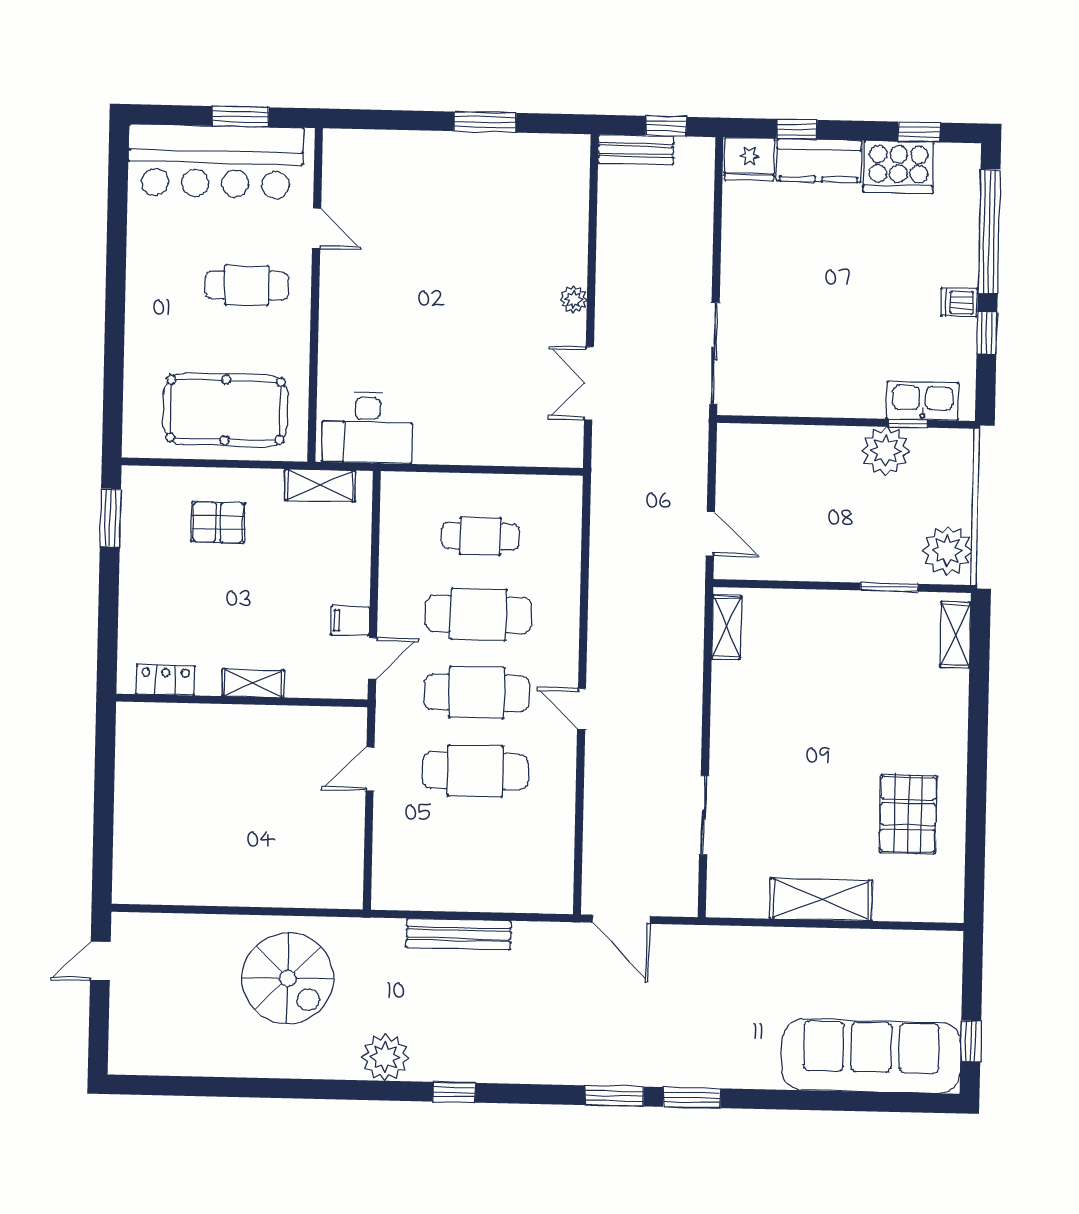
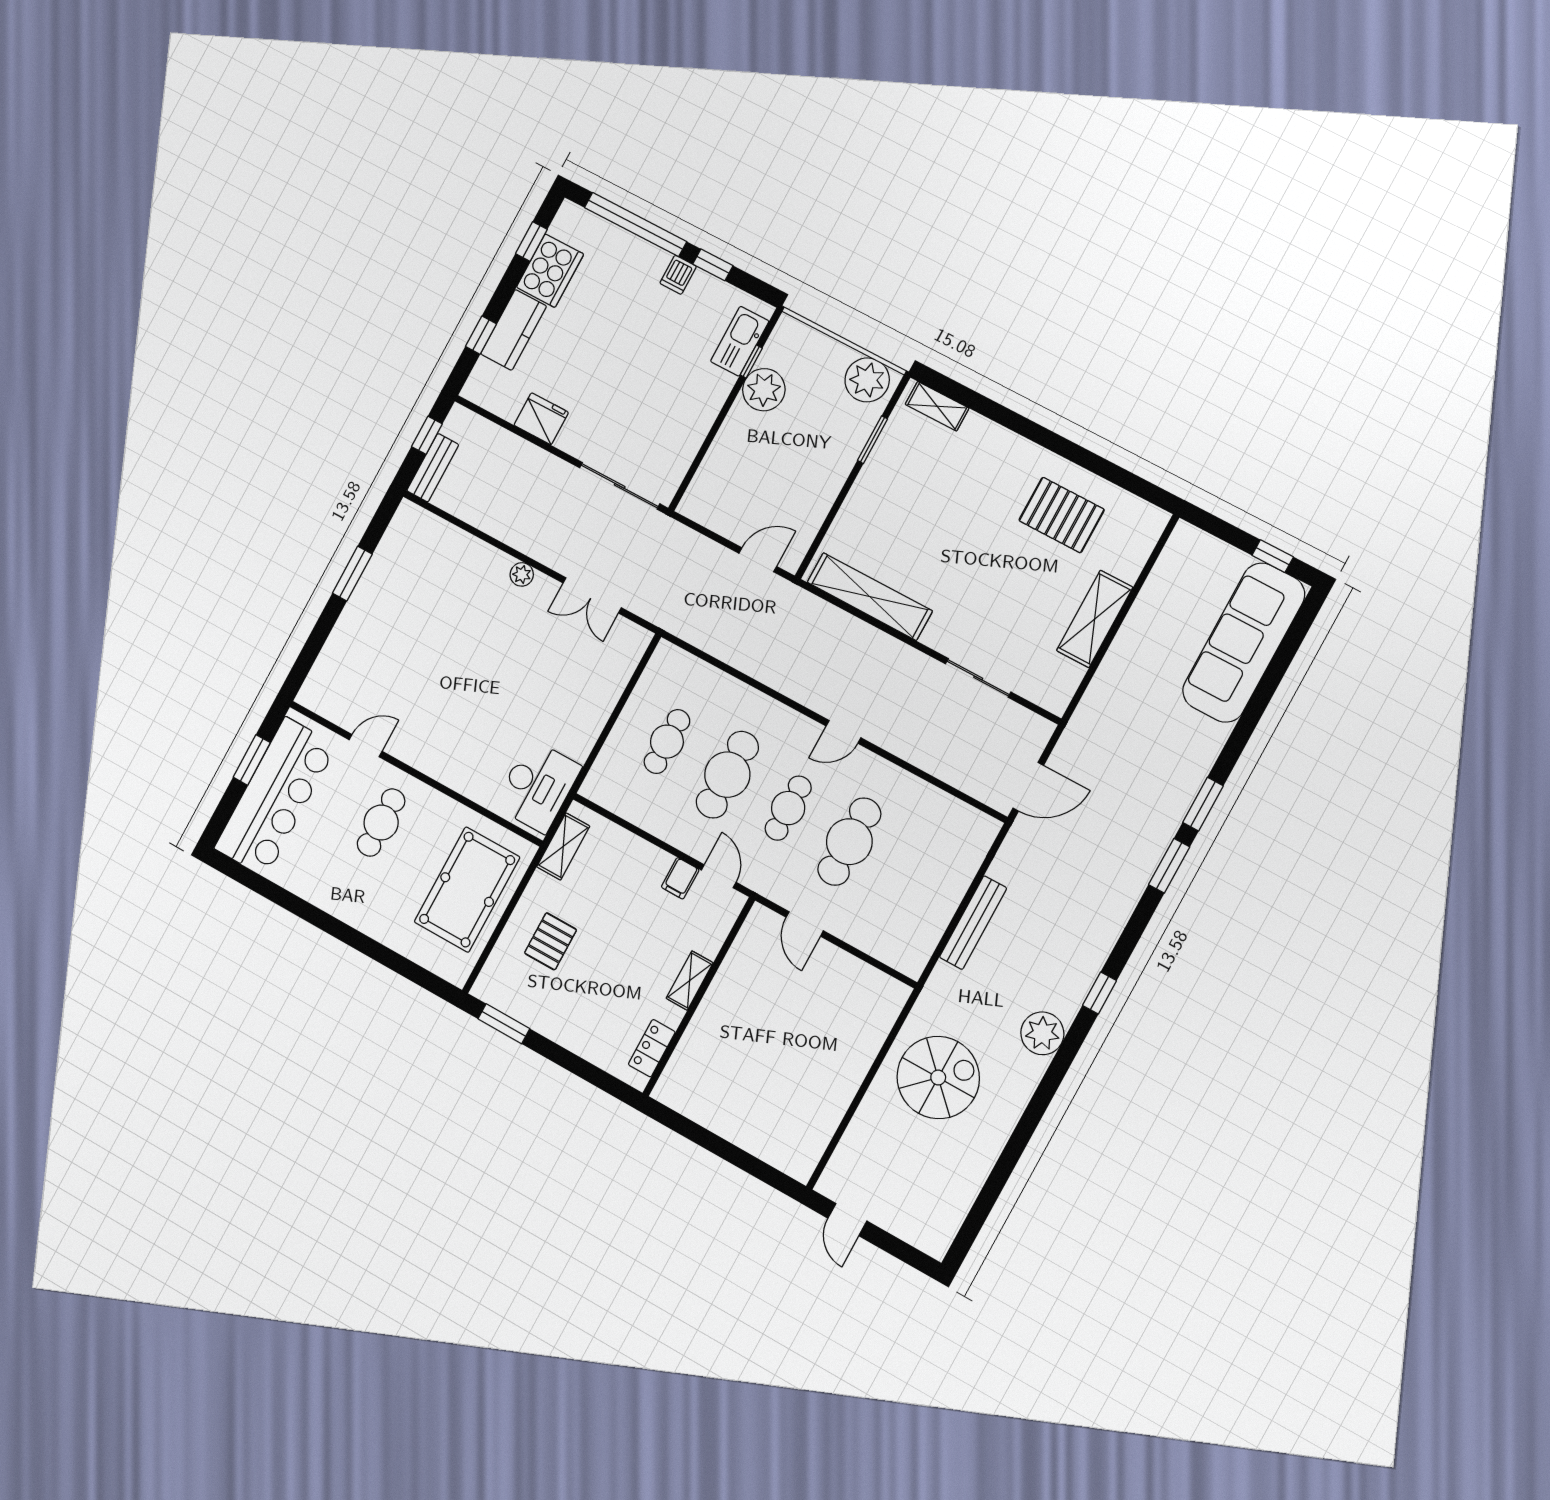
fridge: (749, 159) -> (541, 419), moved, turned -90
shelving: (726, 627) -> (870, 597), width x2.20, depth x1.33
cafe table: (477, 693) -> (788, 808), width x0.73, depth x0.74

